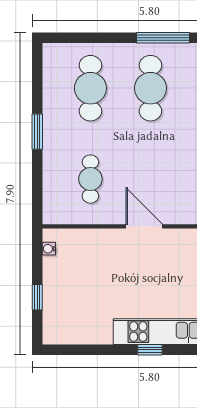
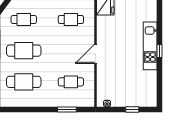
window: (37, 132) -> (67, 109), moved

